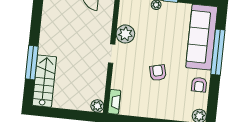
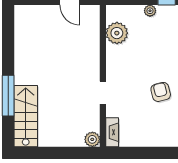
plant: (125, 34) -> (117, 33), moved
doorway: (112, 54) -> (103, 93), moved

